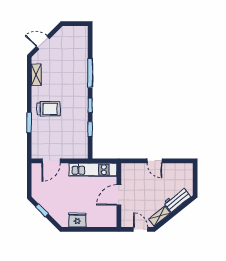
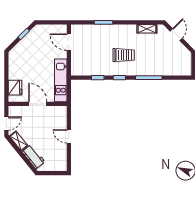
trolley: (48, 109) -> (124, 55), moved, turned -90
door: (155, 161) -> (69, 136), hinge flipped
fridge: (77, 220) -> (15, 88), moved

